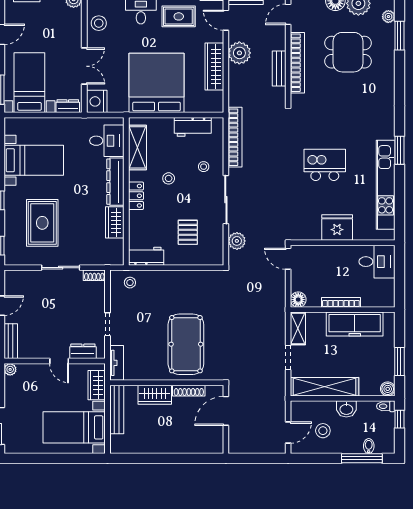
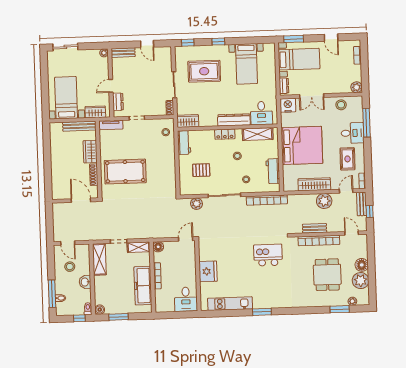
kitchen island: (325, 165) -> (268, 255), moved, turned -90
kitchen unit: (386, 185) -> (230, 304), width x0.73
wardrobe: (115, 222) -> (188, 121), moved
shelving: (325, 387) -> (99, 259), width x0.68

